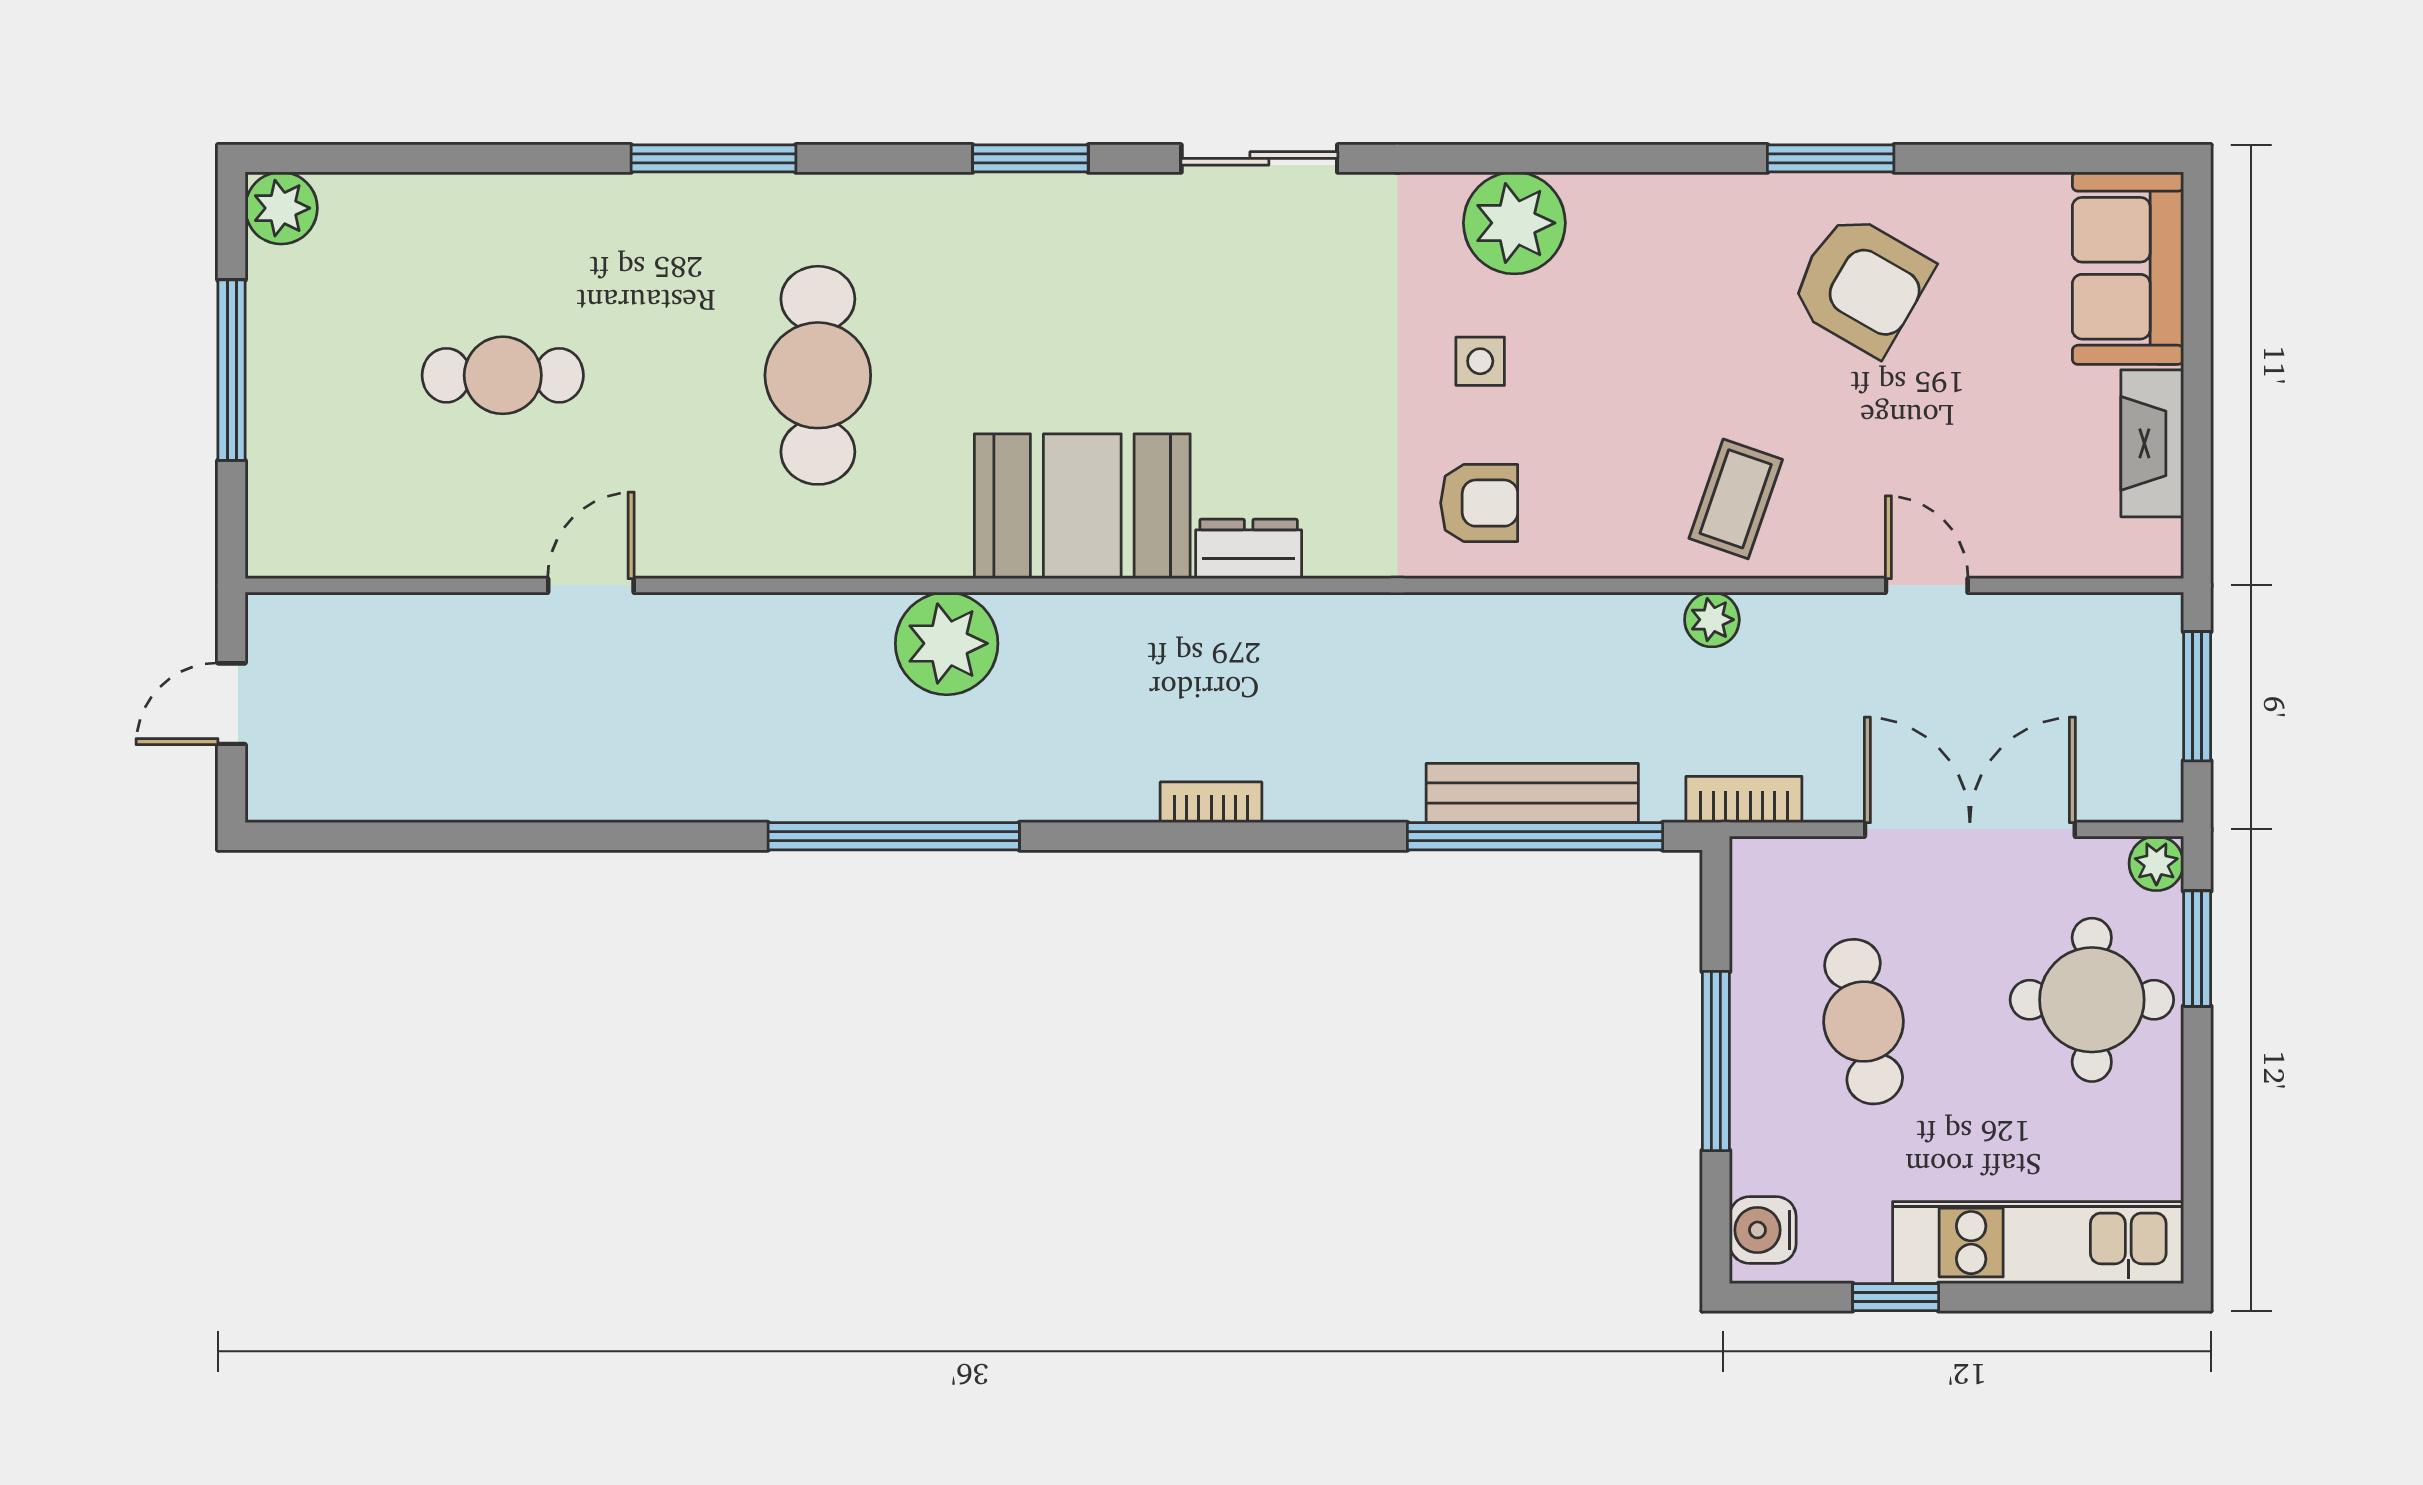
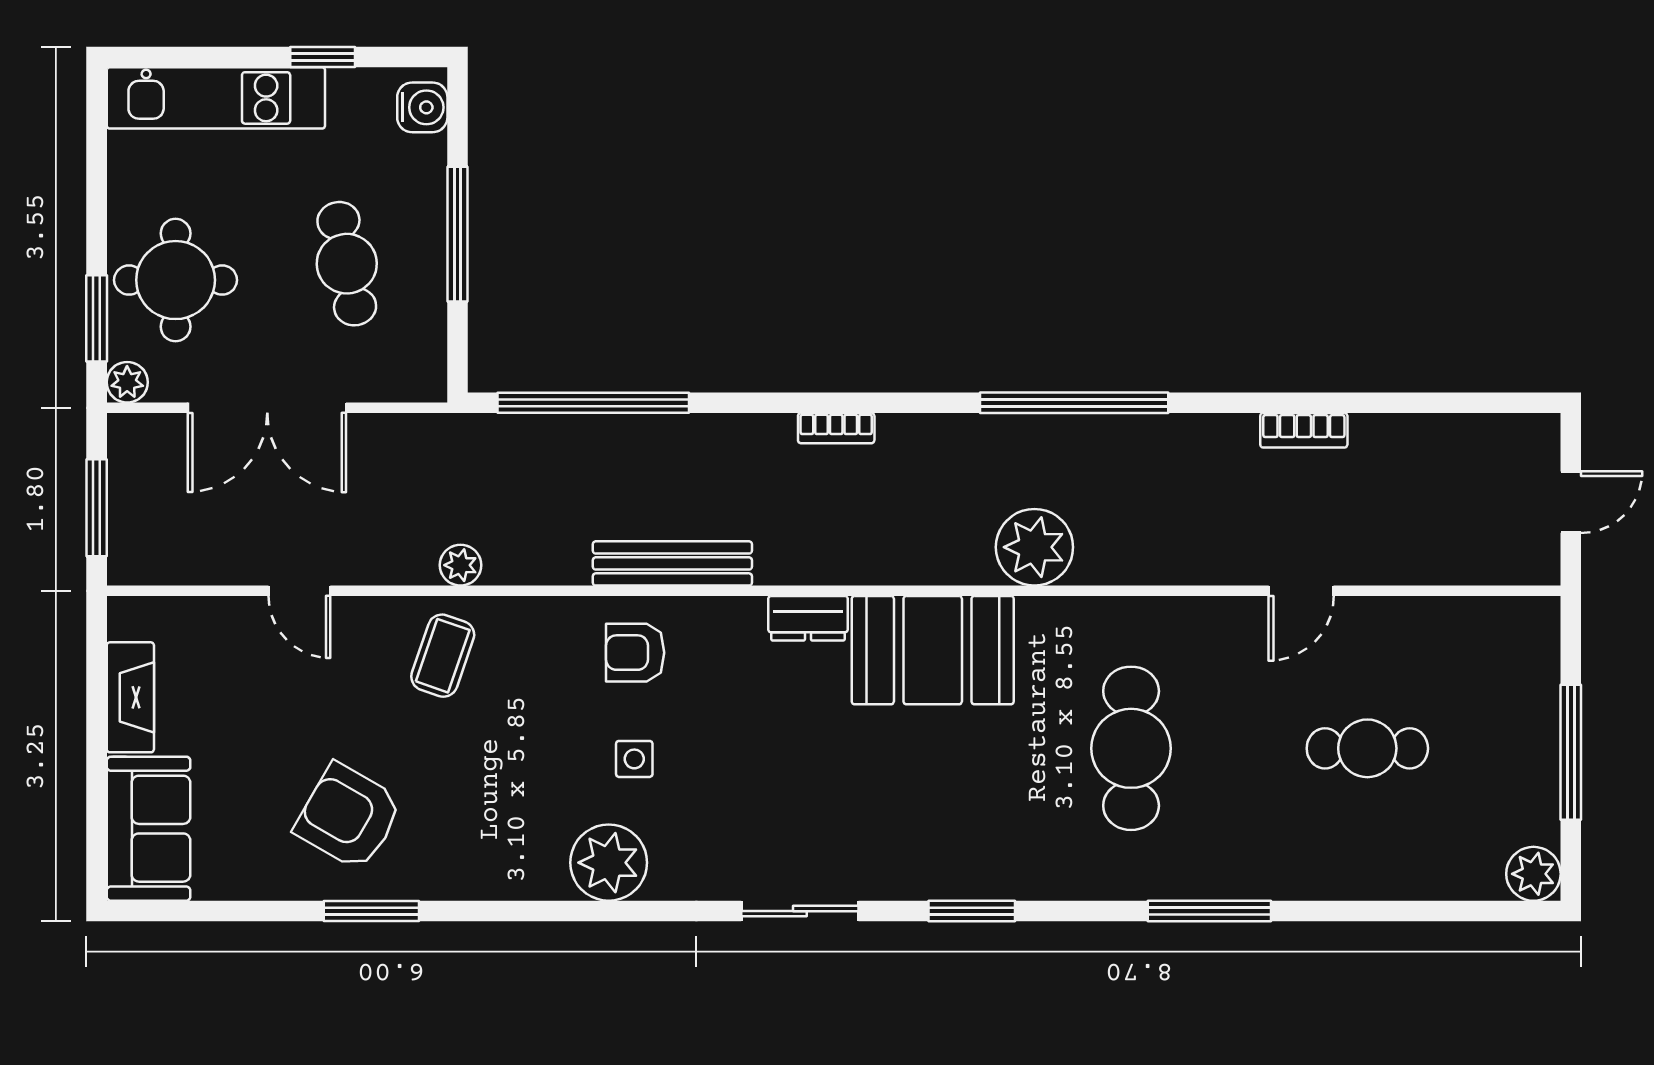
bench: (1532, 793) -> (672, 563), moved
bookcase: (1744, 799) -> (1304, 430), moved

